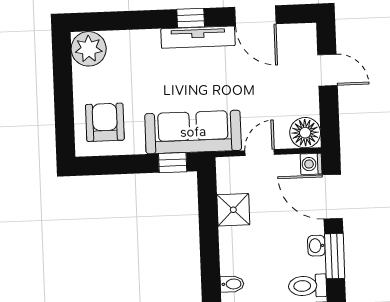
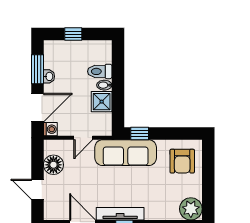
floor lamp: (305, 133) -> (53, 165), moved
door: (332, 197) -> (37, 108), hinge flipped
bidet: (232, 284) -> (104, 85), moved
toilet: (307, 286) -> (100, 71), moved, turned 180

